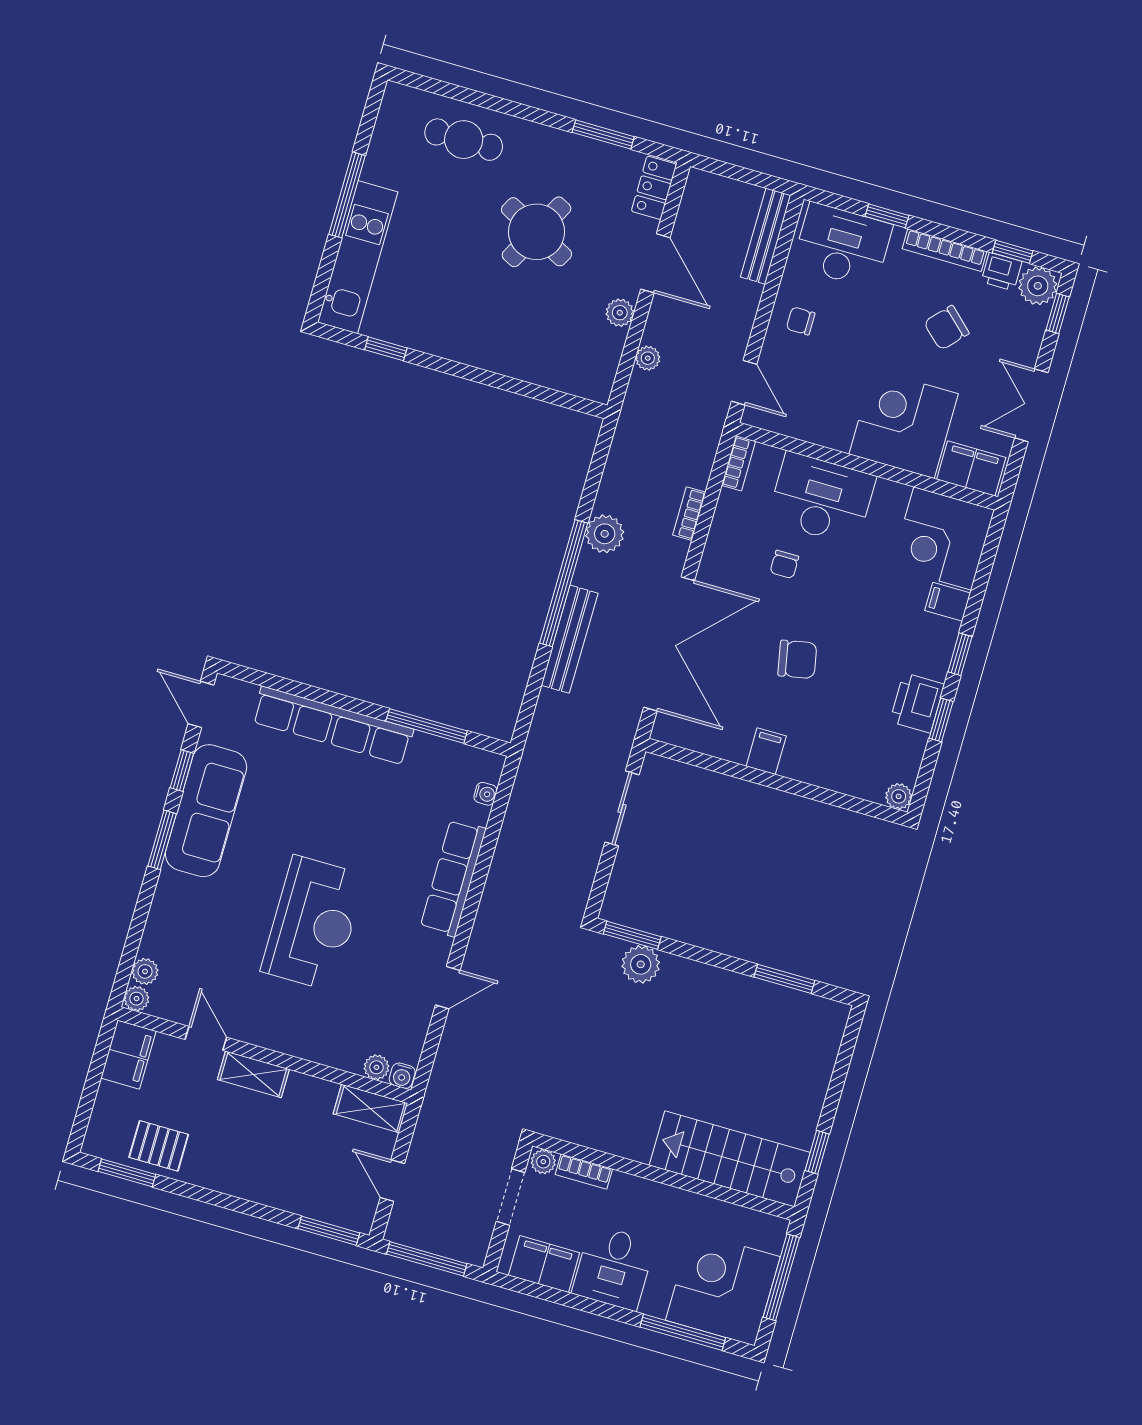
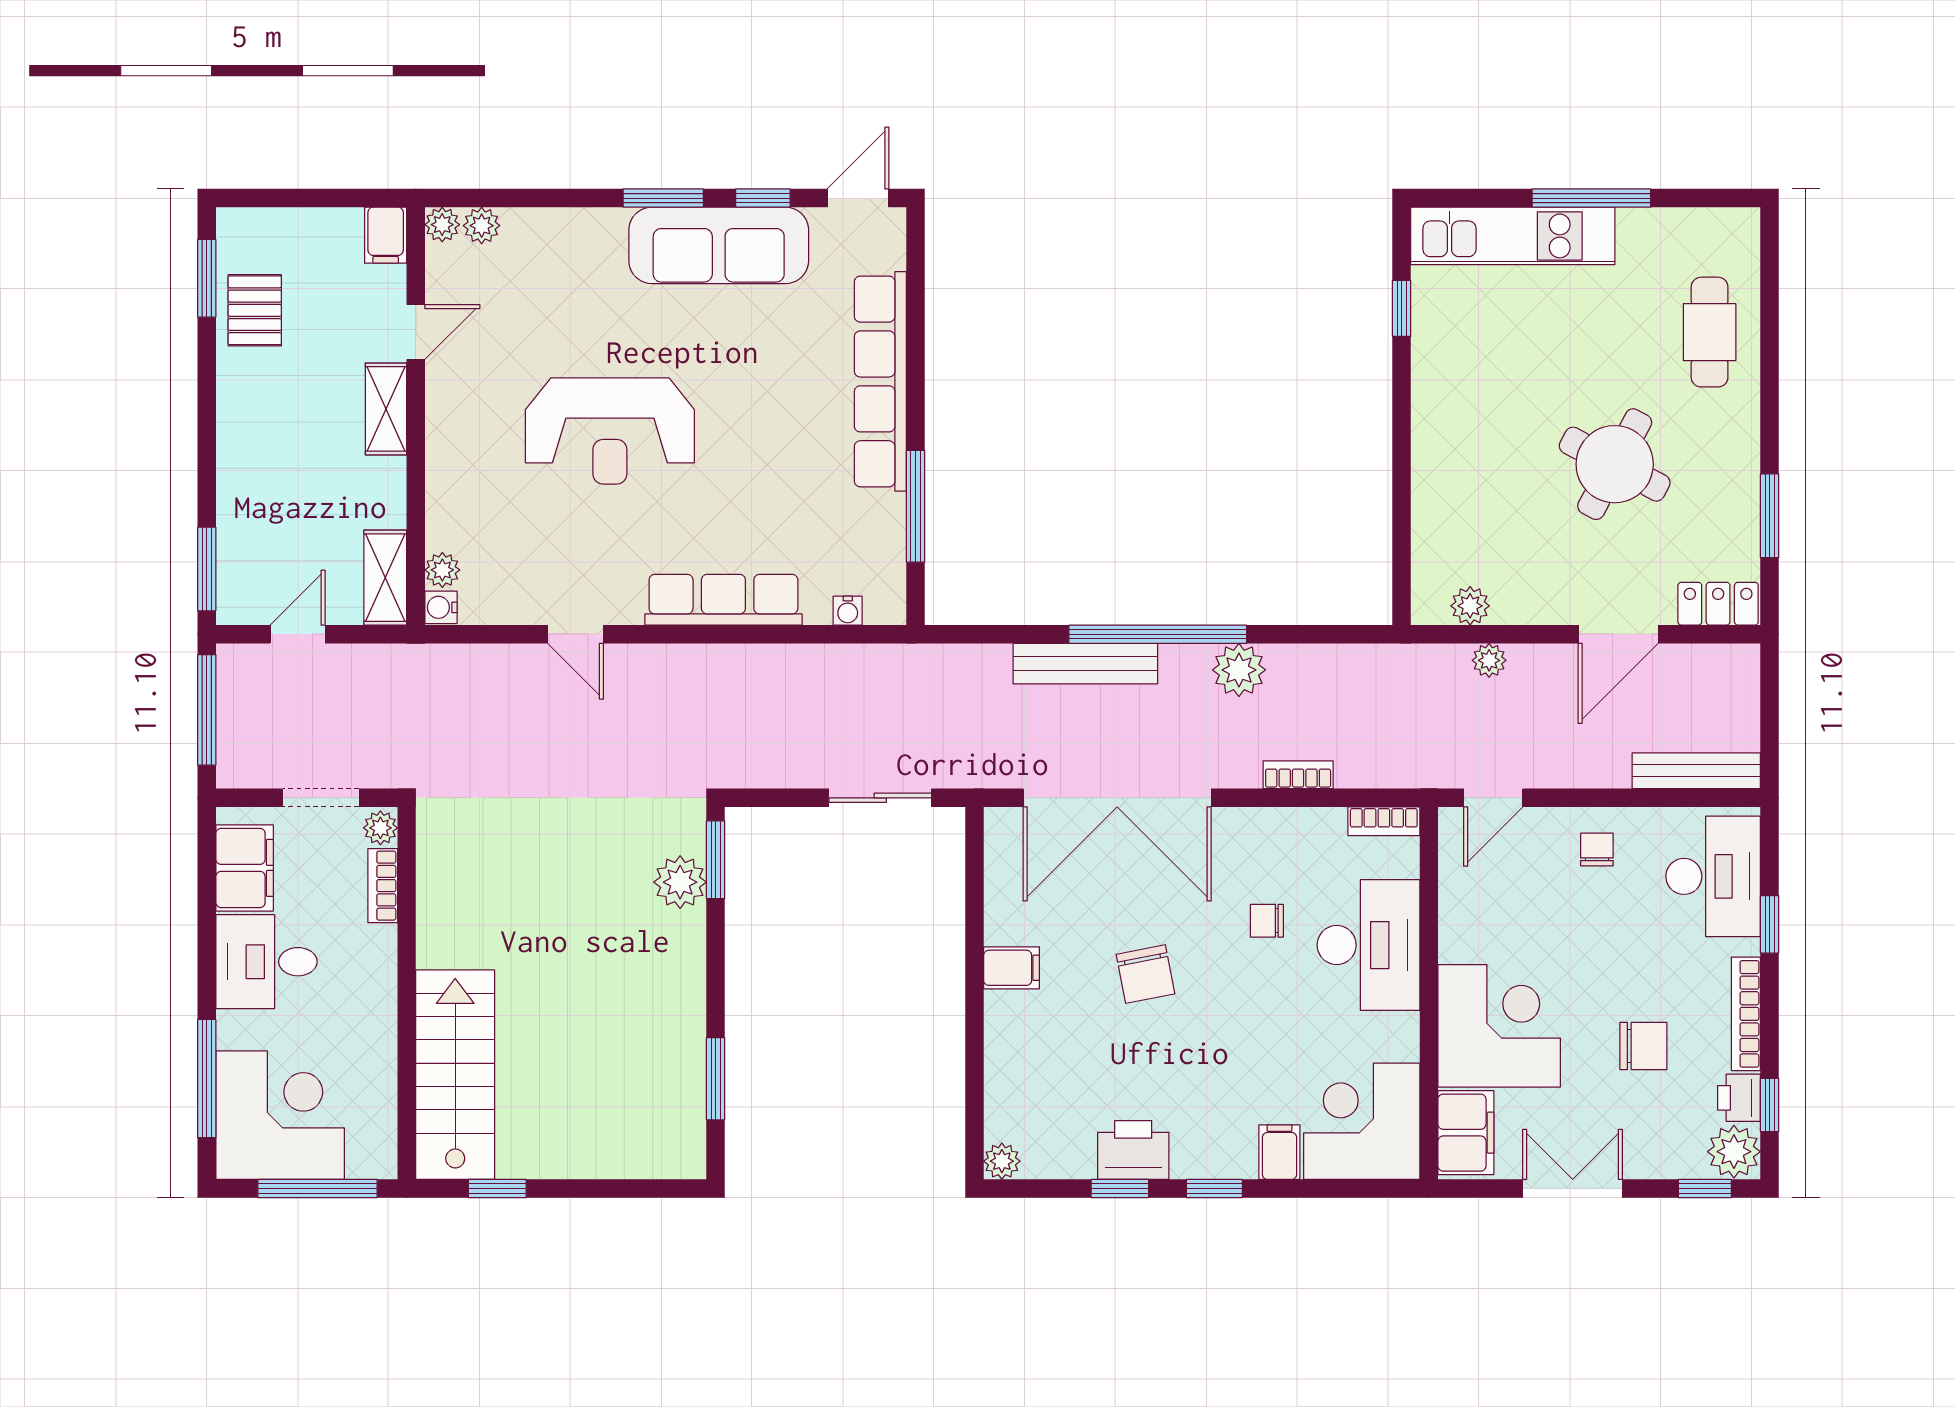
plant: (620, 313) -> (1470, 606), moved
chair: (946, 328) -> (1643, 1046), turned 137
filing cabinet: (128, 1055) -> (386, 235), width x0.50

